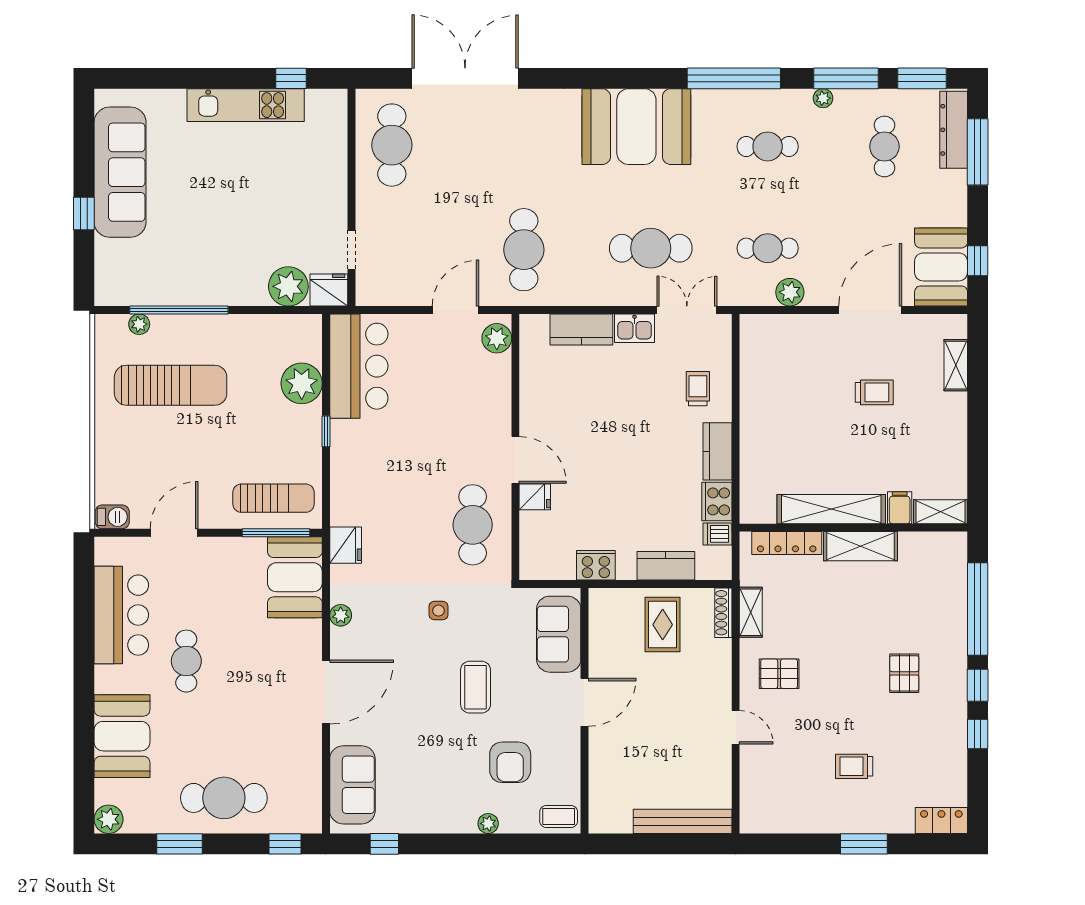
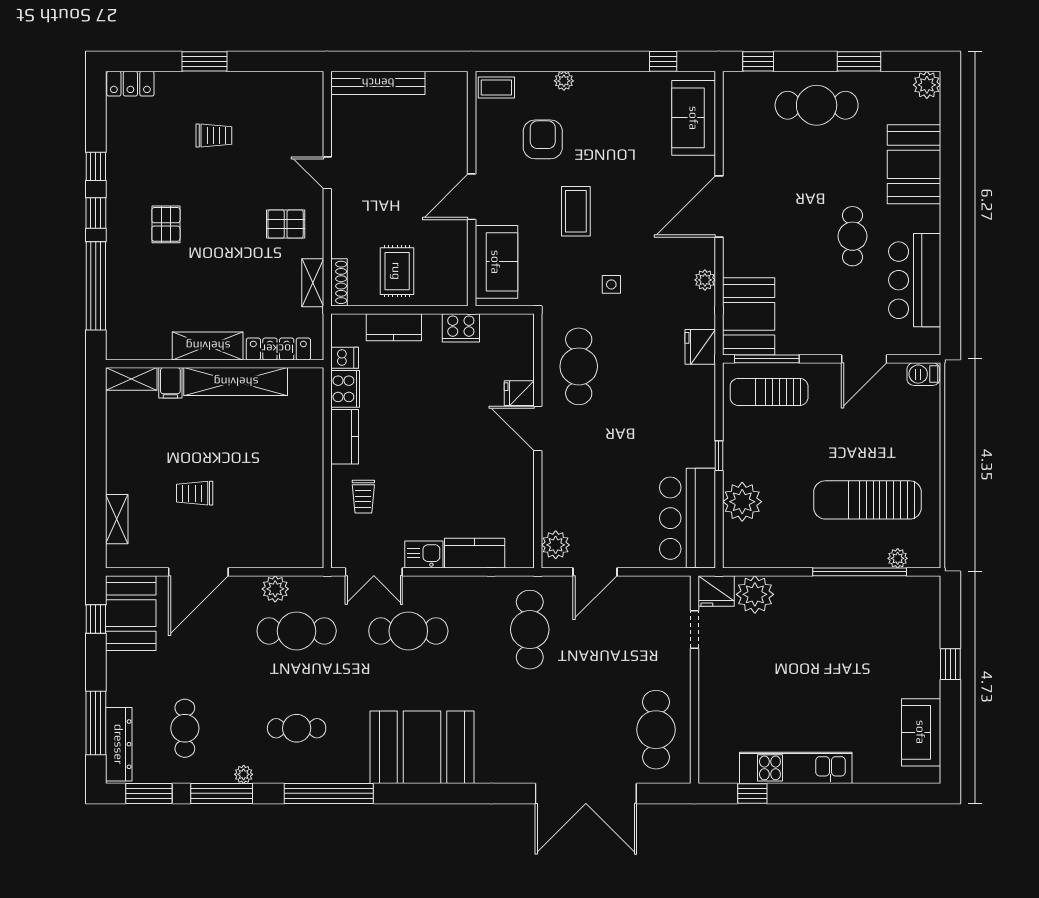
sofa: (120, 172) -> (921, 732), width x0.54, depth x0.79
cafe table: (768, 248) -> (297, 631), width x1.37, depth x1.35

